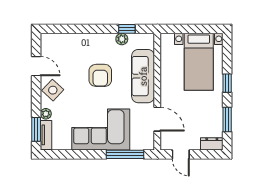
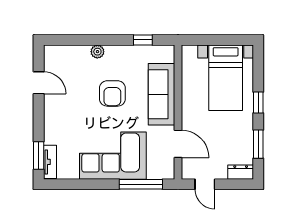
plant: (122, 39) -> (97, 52), moved
side table: (53, 90) -> (58, 110), removed
plant: (46, 114) -> (50, 138), removed

